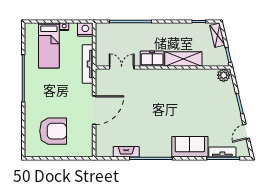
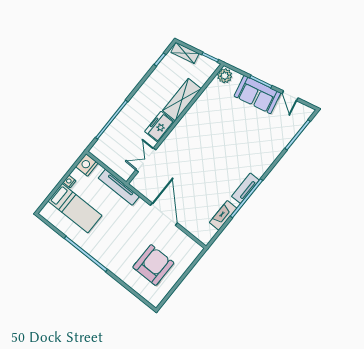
sofa: (190, 147) -> (257, 95), moved, turned -103
tv unit: (222, 152) -> (245, 188), moved

